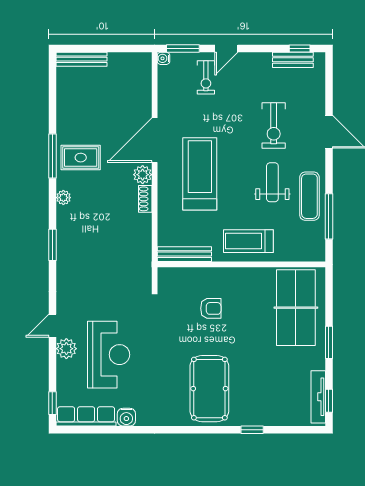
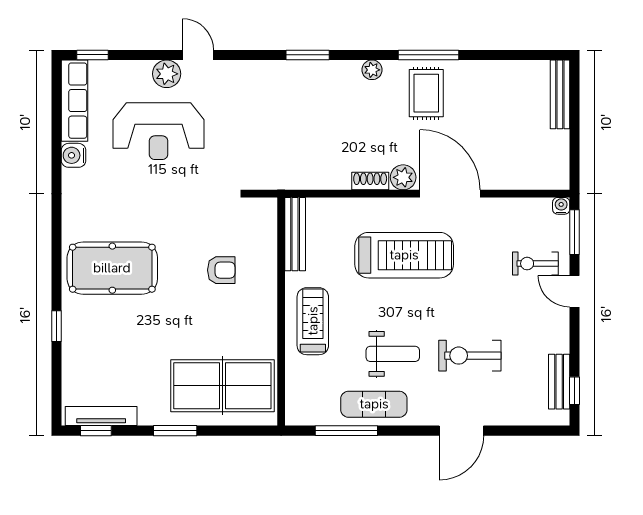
armchair: (211, 308) -> (221, 270), turned -90

